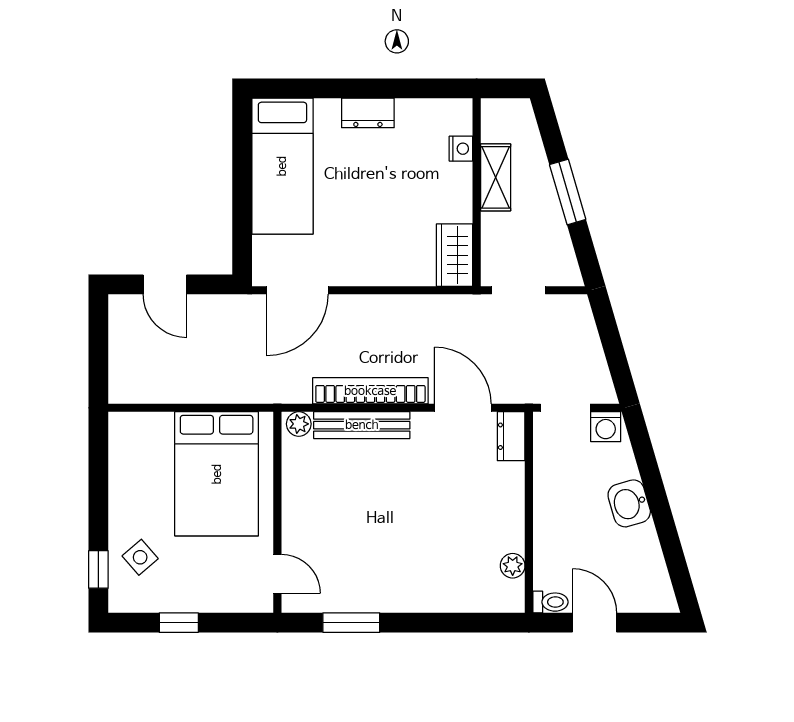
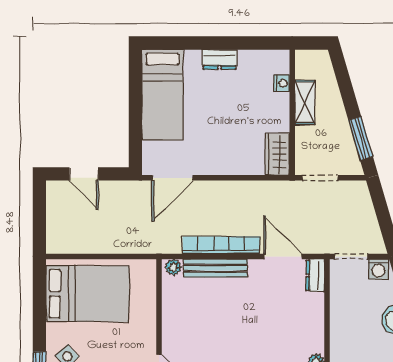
window: (568, 192) -> (361, 138), moved
bed: (217, 474) -> (87, 294), moved, turned -90

